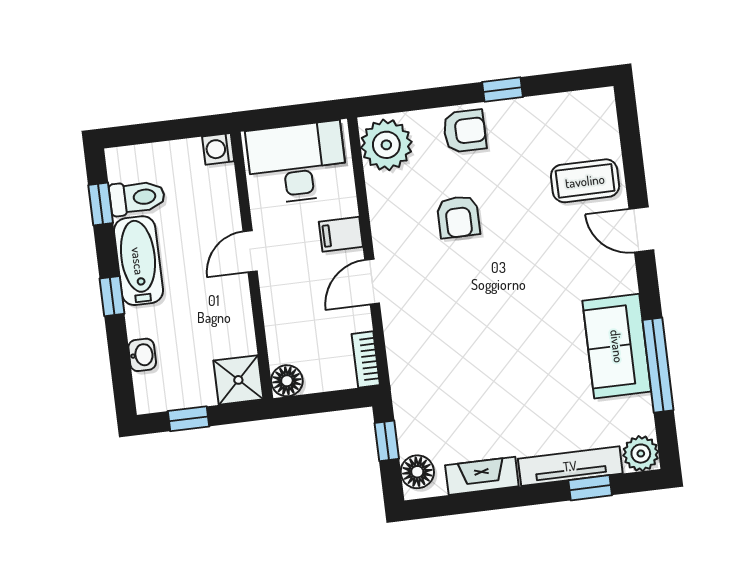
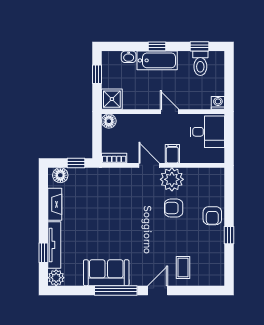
plant: (386, 145) -> (172, 179), moved
desk: (297, 163) -> (207, 132), width x0.73
coffee table: (585, 181) -> (183, 268), width x0.73, depth x0.77
bathtub: (138, 261) -> (157, 60), moved
window: (658, 365) -> (116, 290), moved

